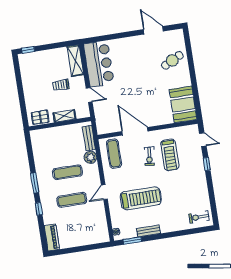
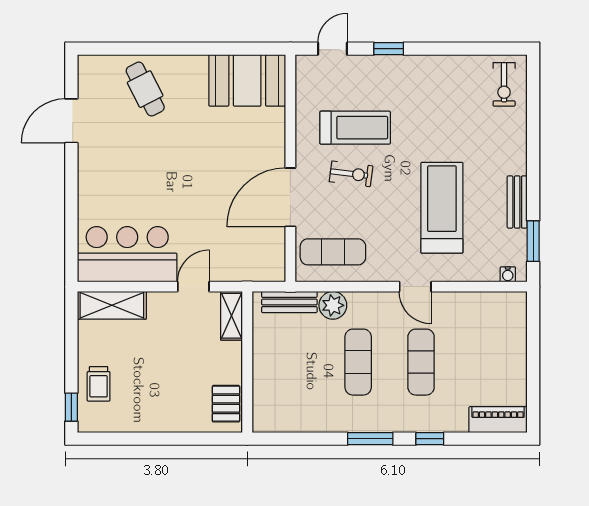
trolley: (61, 85) -> (99, 384), moved
shelving: (65, 116) -> (232, 316), moved

